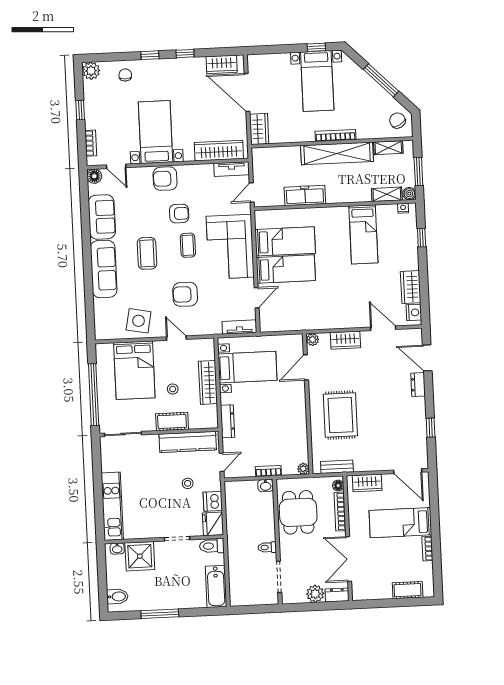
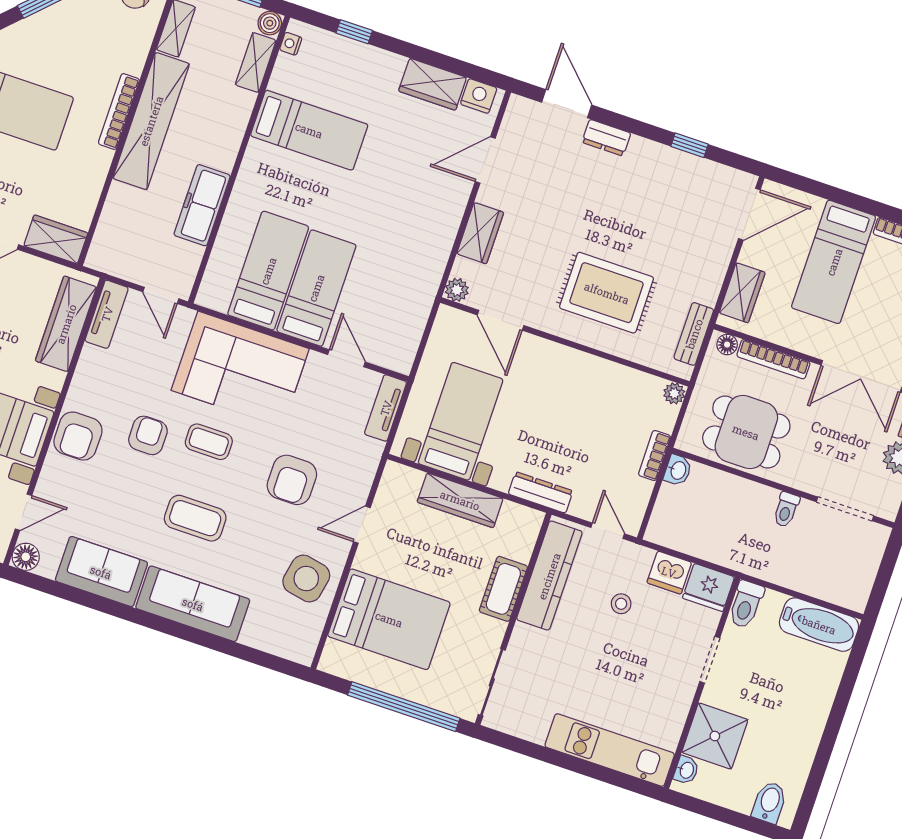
door: (427, 358) -> (567, 104), swing flipped
stool: (173, 389) -> (448, 566), removed
window: (160, 614) -> (828, 741), removed

